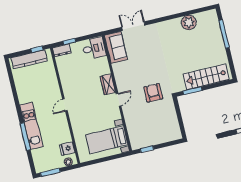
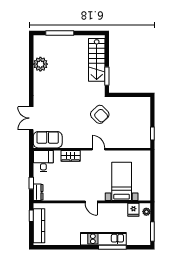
wardrobe: (108, 84) -> (71, 156), moved
armchair: (153, 93) -> (100, 114), turned -134
bed with nightstands: (107, 140) -> (122, 181), moved, turned 180

